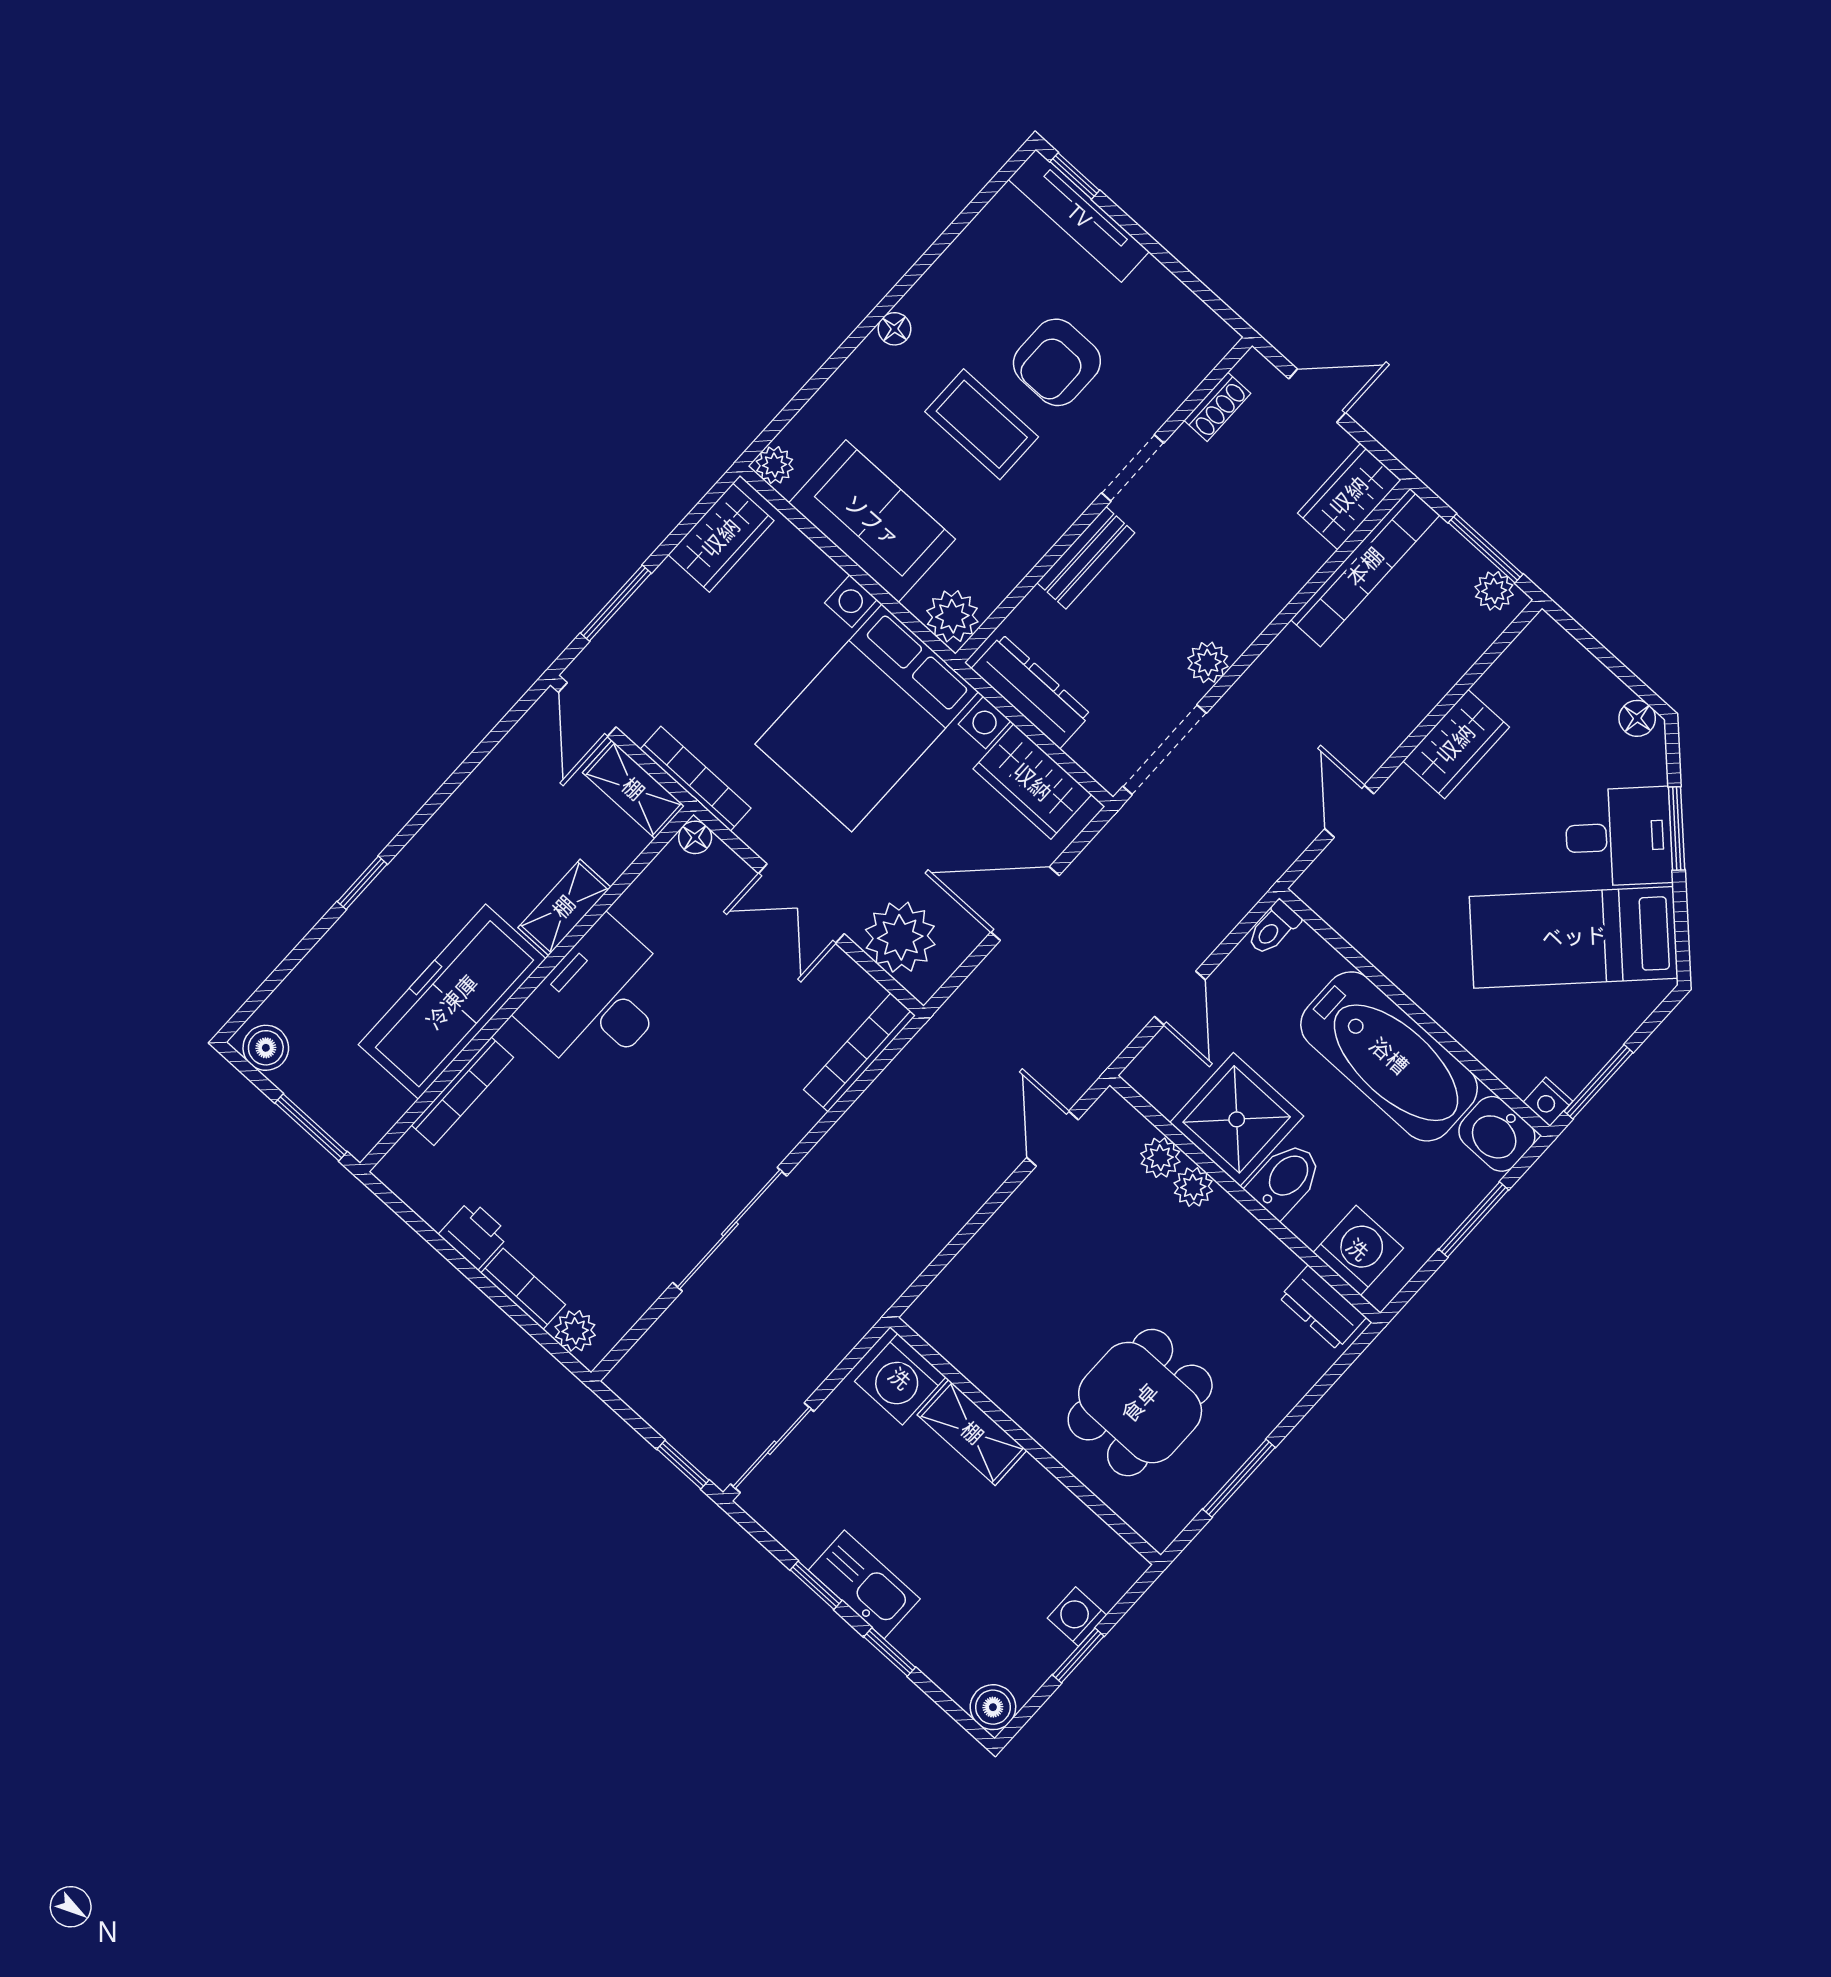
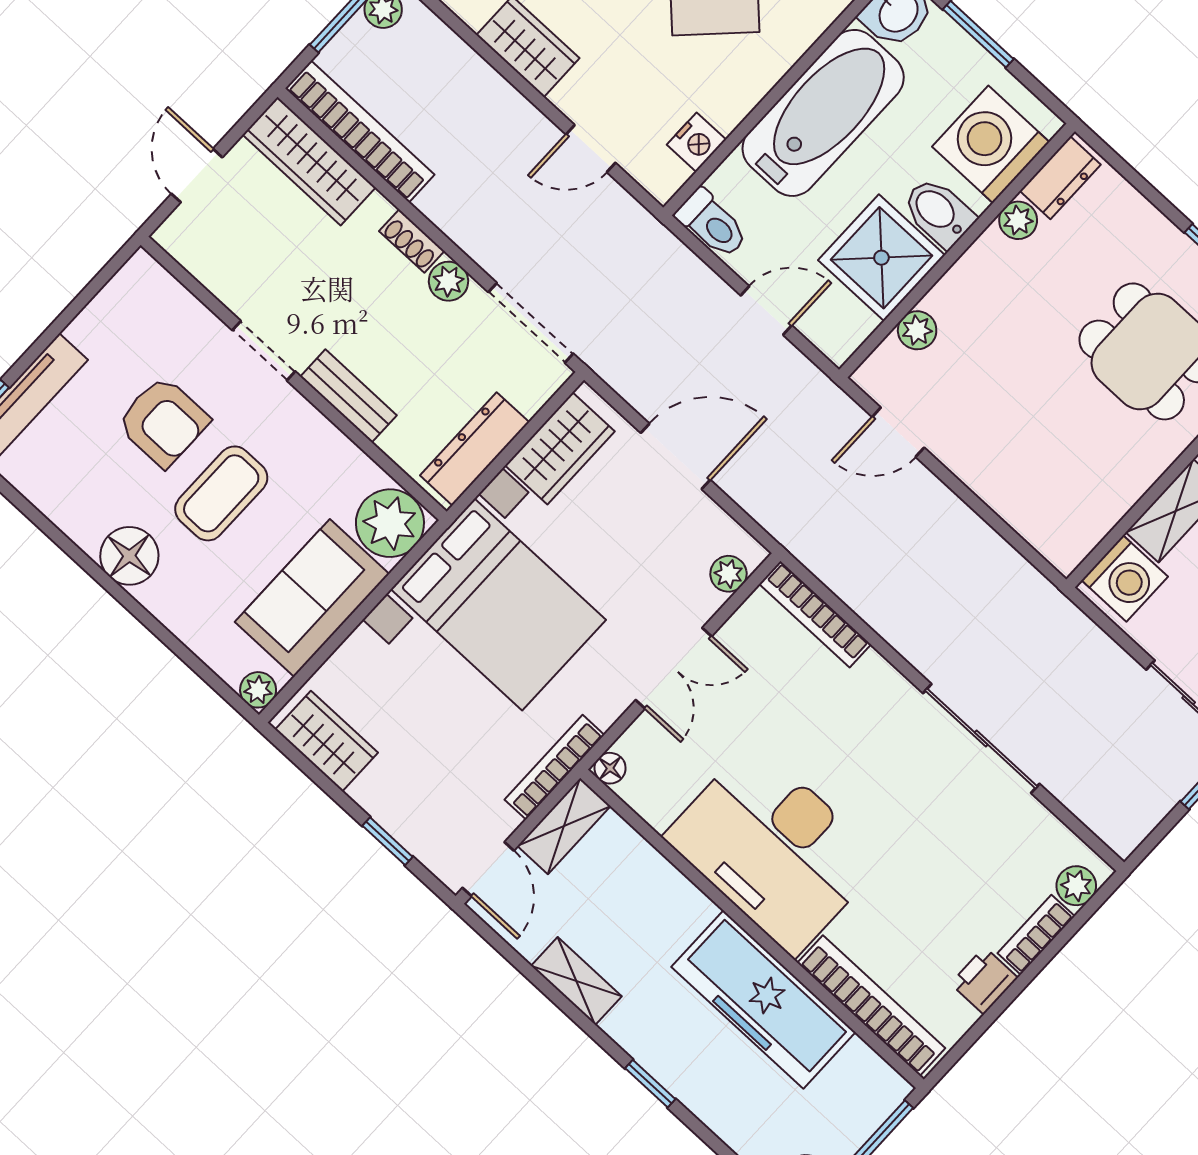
floor lamp: (894, 329) -> (129, 556), width x1.89, depth x1.89
shoe rack: (1217, 407) -> (412, 241), moved, turned 180
wardrobe: (1349, 496) -> (309, 161), width x1.50
window: (616, 603) -> (388, 841), width x0.67
plant: (952, 616) -> (390, 523), width x1.36, depth x1.36
door: (587, 710) -> (488, 869), hinge flipped
door: (1025, 904) -> (676, 456), swing flipped
shelving: (564, 907) -> (576, 981), moved
nightstand: (1357, 923) -> (696, 142), added
toilet: (1273, 928) -> (712, 224), width x1.37, depth x1.39
plant: (900, 937) -> (728, 574), width x0.53, depth x0.53
desk: (599, 1000) -> (774, 849), width x1.36, depth x1.30
bookcase: (462, 1091) -> (871, 1005), width x1.48, depth x1.31
plant: (1193, 1187) -> (1018, 220), moved
washing machine: (1358, 1250) -> (991, 144), width x1.37, depth x1.37

